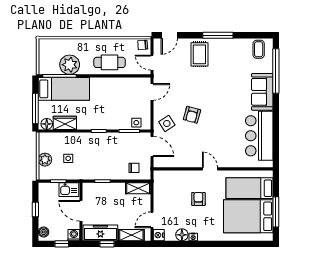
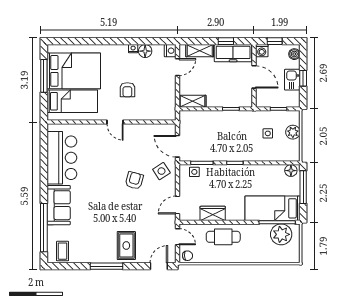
plant: (70, 65) -> (281, 234), moved
wardrobe: (65, 123) -> (213, 213), moved, turned 180
chair: (134, 168) -> (197, 123), removed
kitchen sink: (69, 190) -> (292, 80), moved, turned -90

